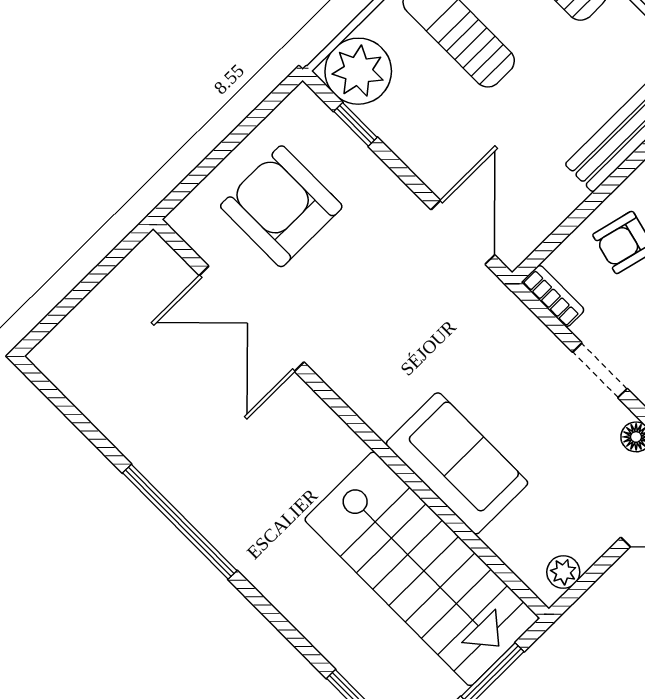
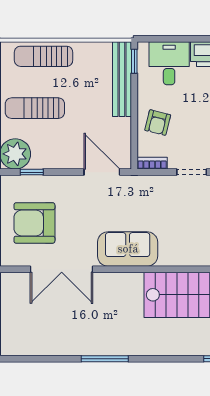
sofa: (457, 463) -> (128, 249), moved
window: (180, 522) -> (105, 359), width x0.68

